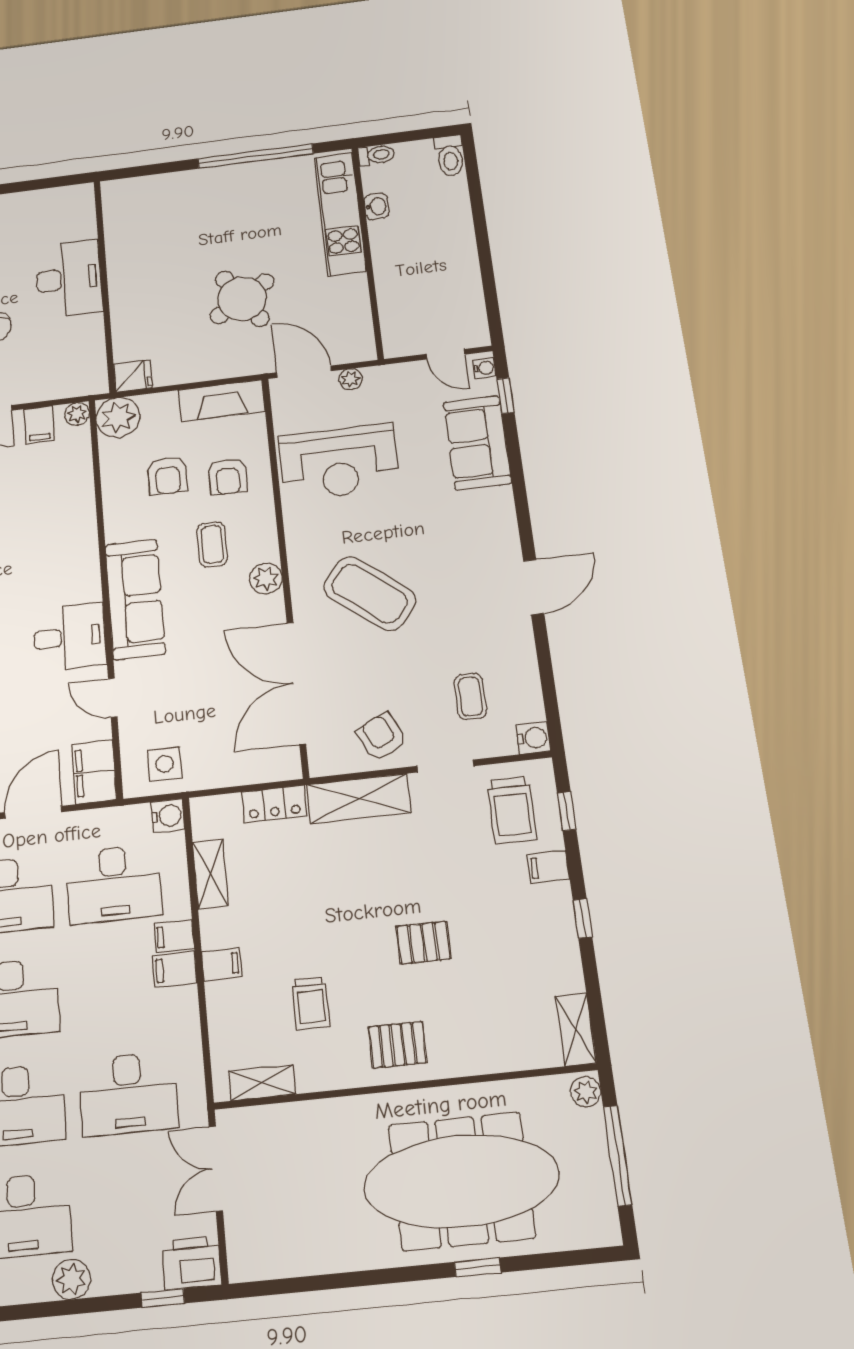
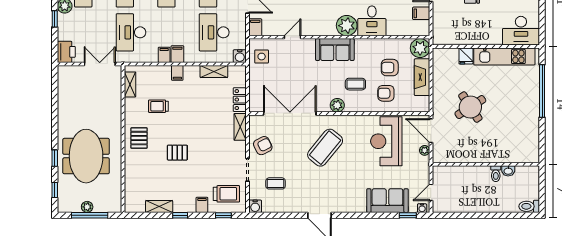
toilet: (376, 155) -> (496, 174), moved
window: (255, 156) -> (542, 91), moved
kitchen unit: (340, 214) -> (504, 56), moved, turned 180
desk: (69, 279) -> (521, 31), moved
door: (304, 372) -> (431, 131), swing flipped
fridge: (133, 376) -> (466, 56), moved
fireplace: (221, 401) -> (422, 77), moved
plant: (77, 414) -> (347, 26), moved, width x1.88, depth x1.88
sofa: (135, 599) -> (335, 50), width x0.73
desk: (70, 637) -> (372, 21), moved
filing cabinet: (94, 772) -> (255, 27), width x0.50
shelving: (359, 799) -> (240, 127), width x0.67, depth x0.75
trolley: (512, 810) -> (226, 194), turned 180
filing cabinet: (174, 936) -> (164, 55), moved
pallet: (423, 943) -> (177, 153), turned 90
shelving: (576, 1030) -> (159, 207), moved
plant: (586, 1092) -> (87, 207), moved
meeting table: (461, 1181) -> (86, 156), width x0.73
window: (563, 1259) -> (55, 190), added
window: (163, 1298) -> (55, 19), moved

